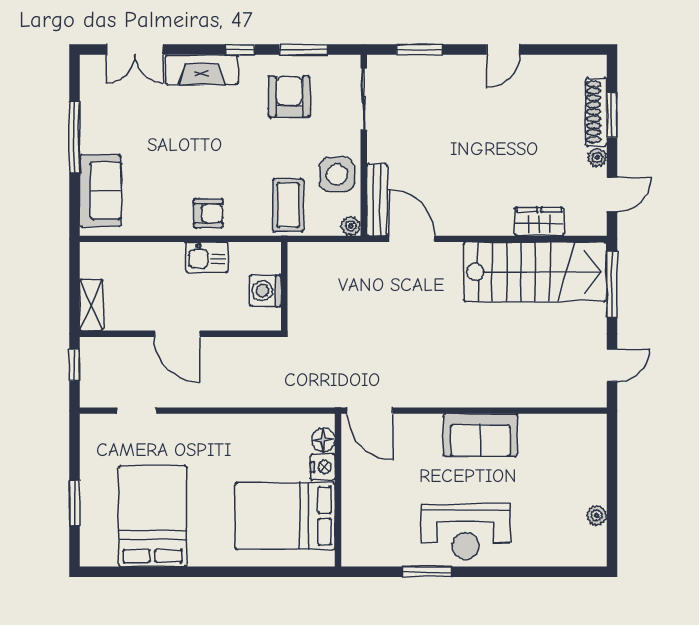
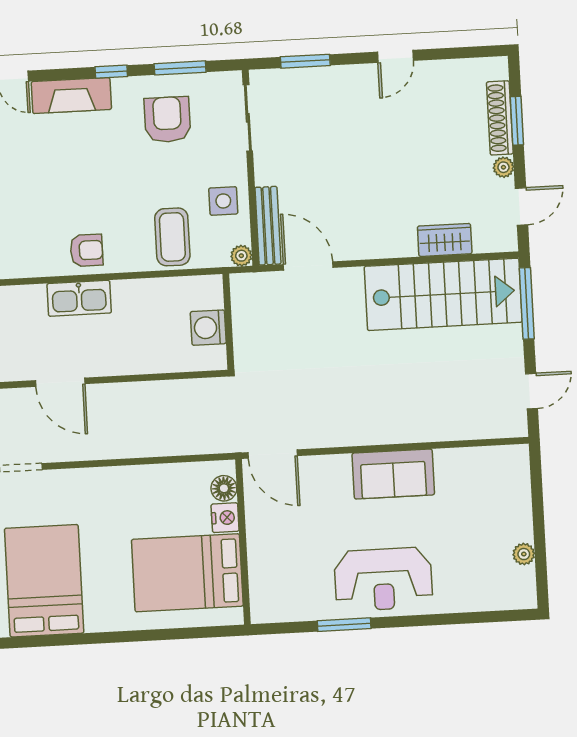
side table: (337, 175) -> (223, 201), width x0.73, depth x0.73
kitchen sink: (207, 257) -> (79, 298), width x1.38
wall: (284, 286) -> (228, 322), moved
washing machine: (265, 291) -> (208, 328), moved

